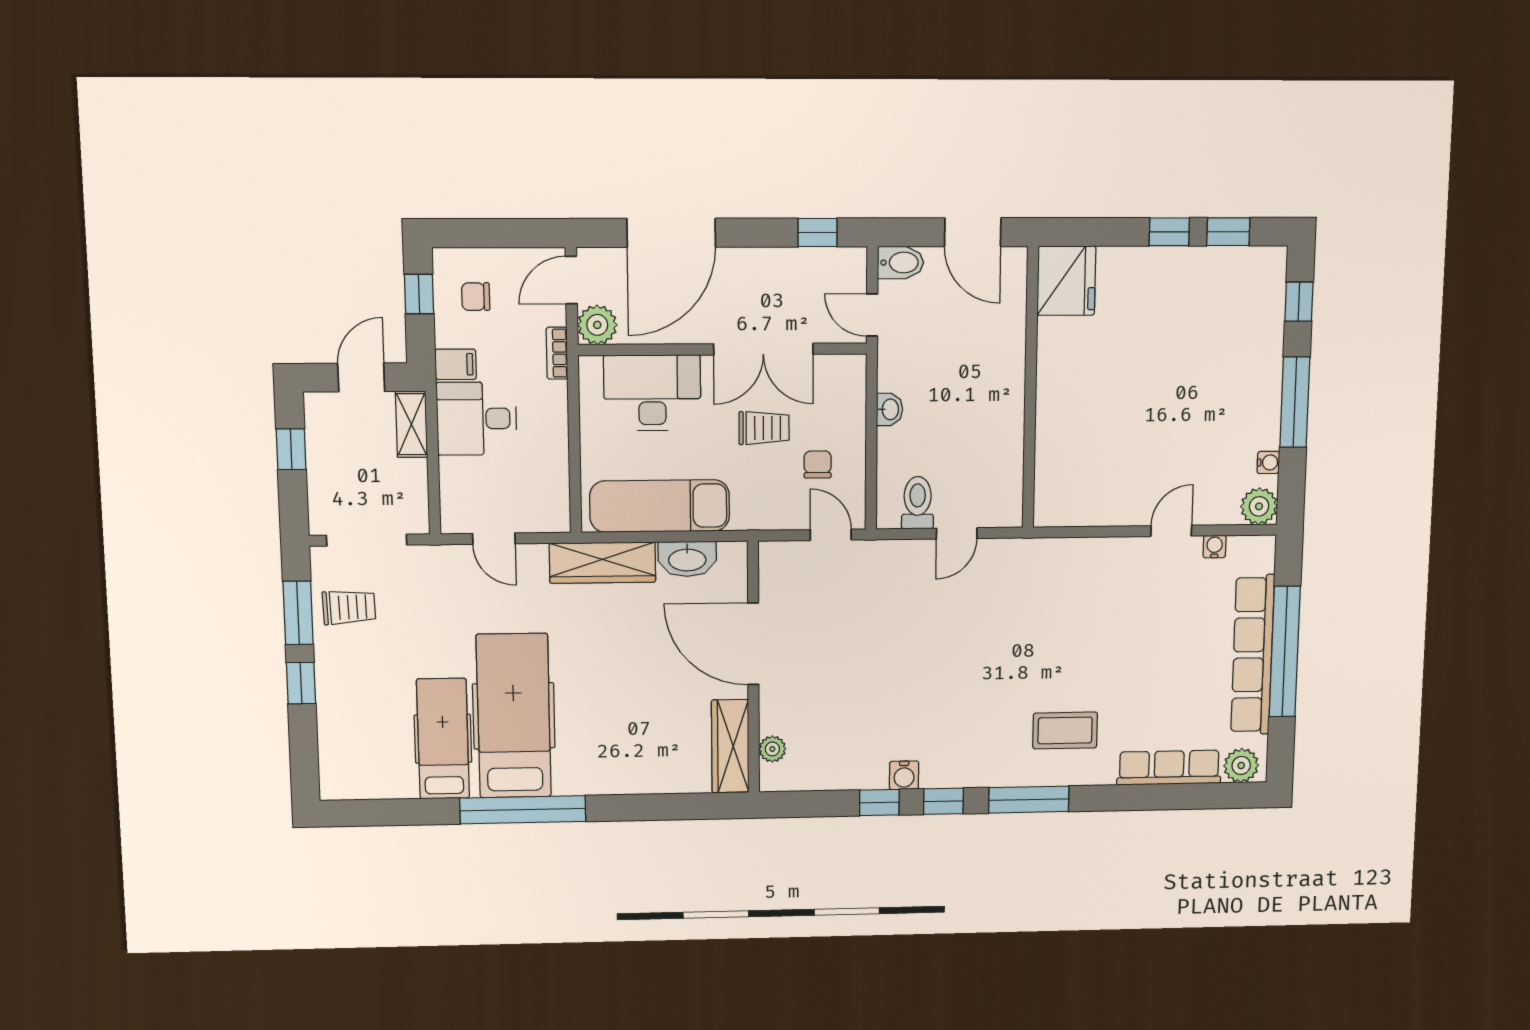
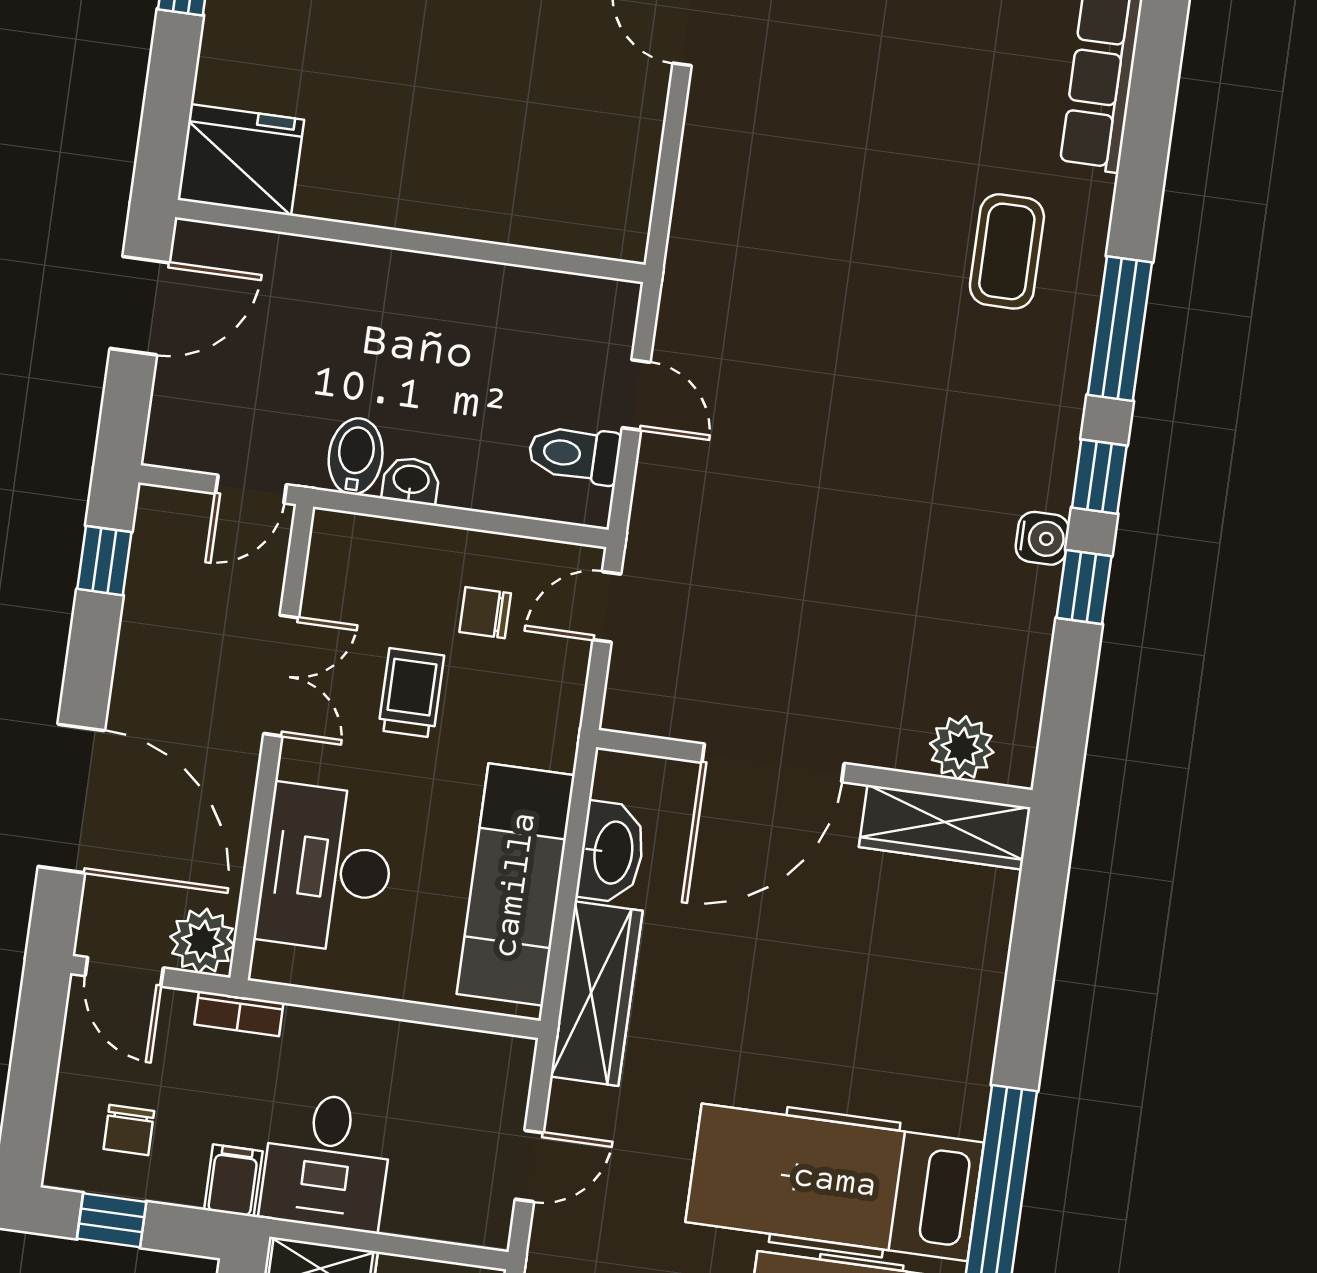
bidet: (901, 263) -> (356, 456), moved
double door: (763, 349) -> (281, 676), width x0.73
plant: (772, 749) -> (962, 748), width x1.38, depth x1.38

